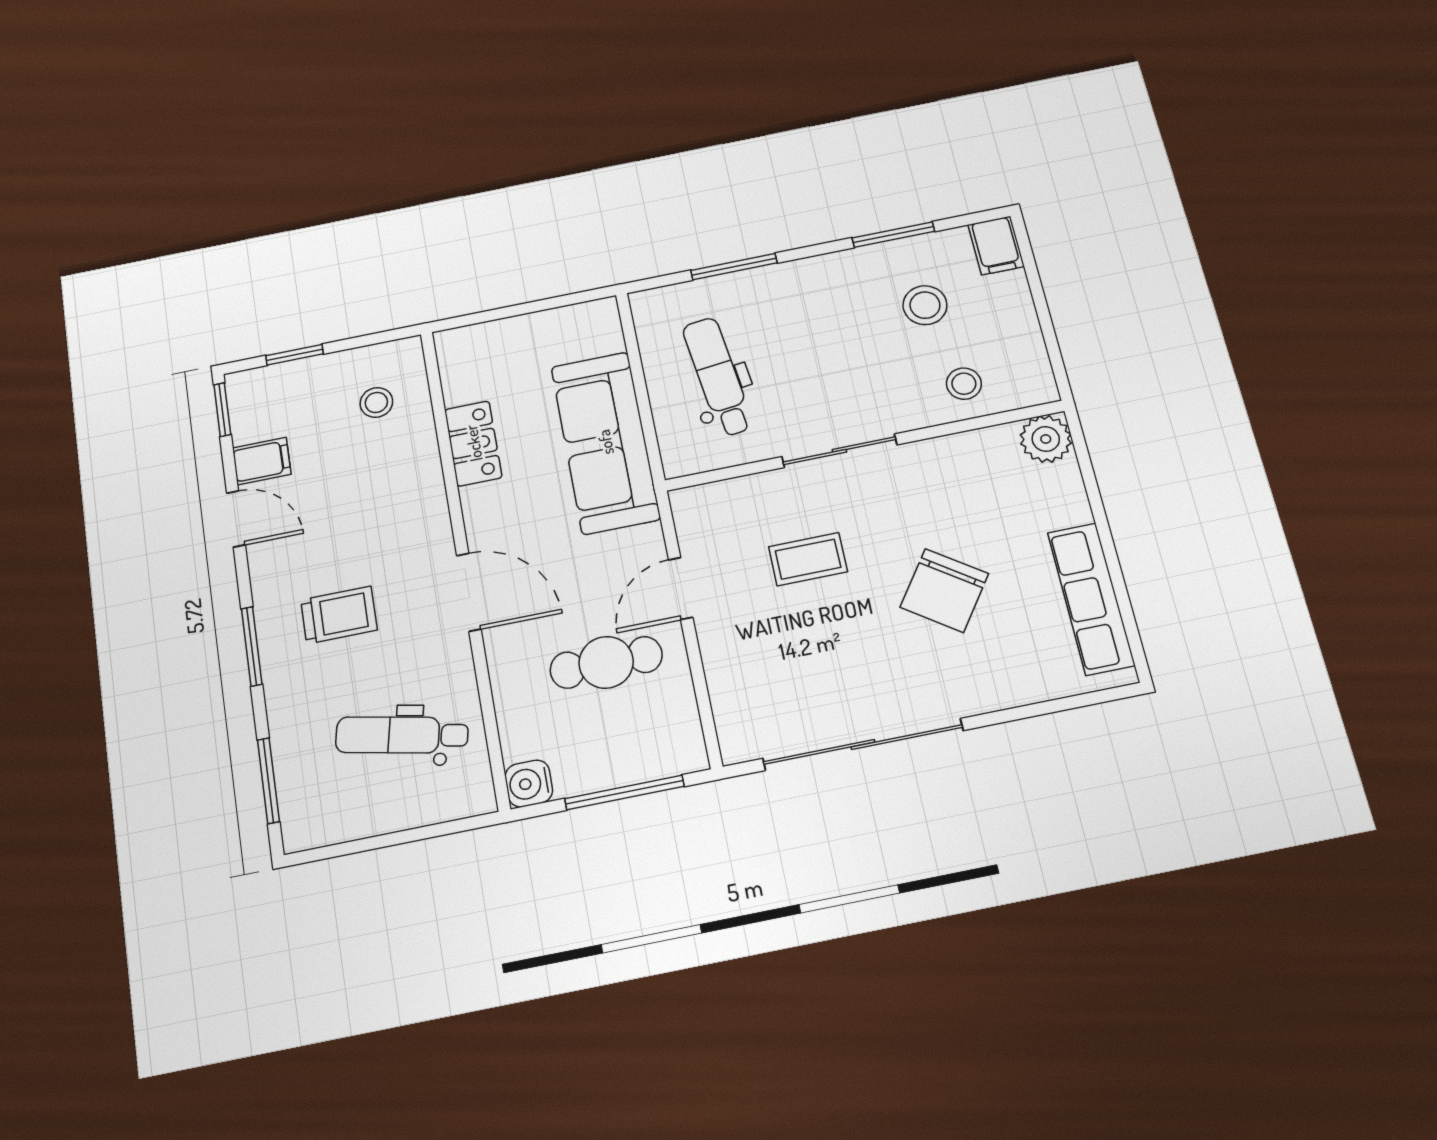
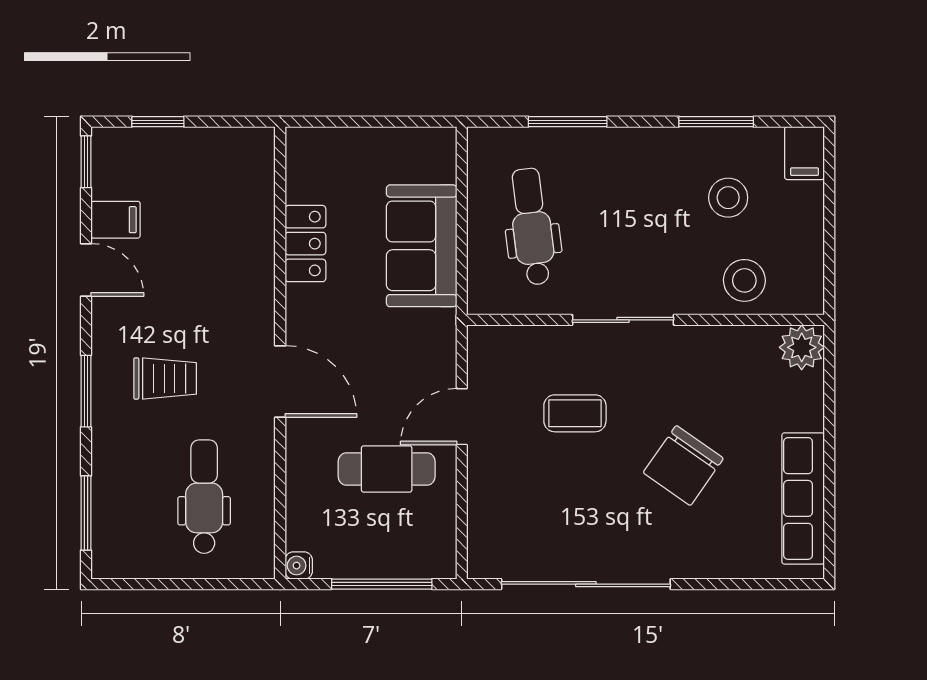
stool: (964, 384) -> (744, 280), width x1.37, depth x1.37
stool: (376, 402) -> (225, 185), removed
sofa: (605, 442) -> (422, 246), width x0.73
dental chair: (402, 735) -> (204, 497), turned 78
water cooler: (529, 784) -> (299, 566), width x0.72, depth x0.72

